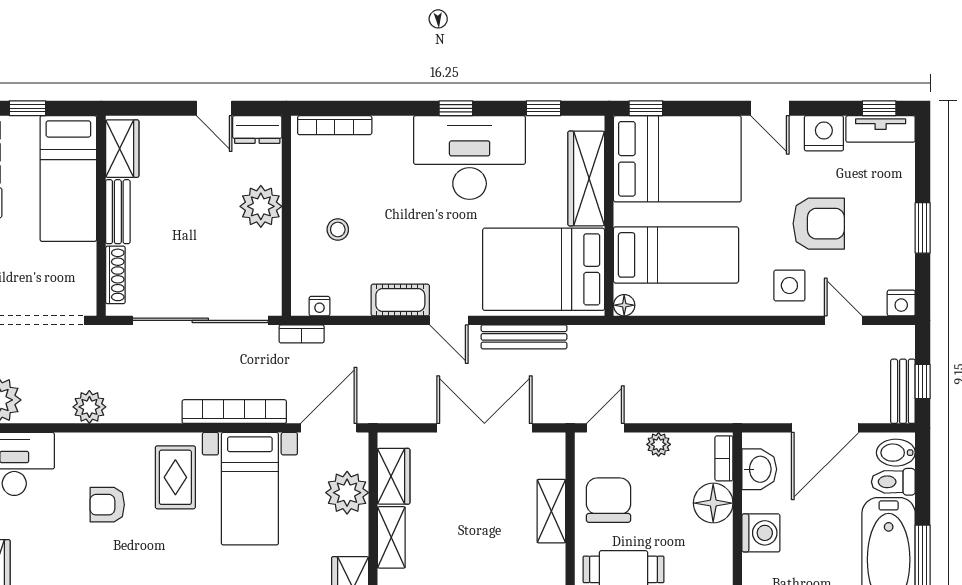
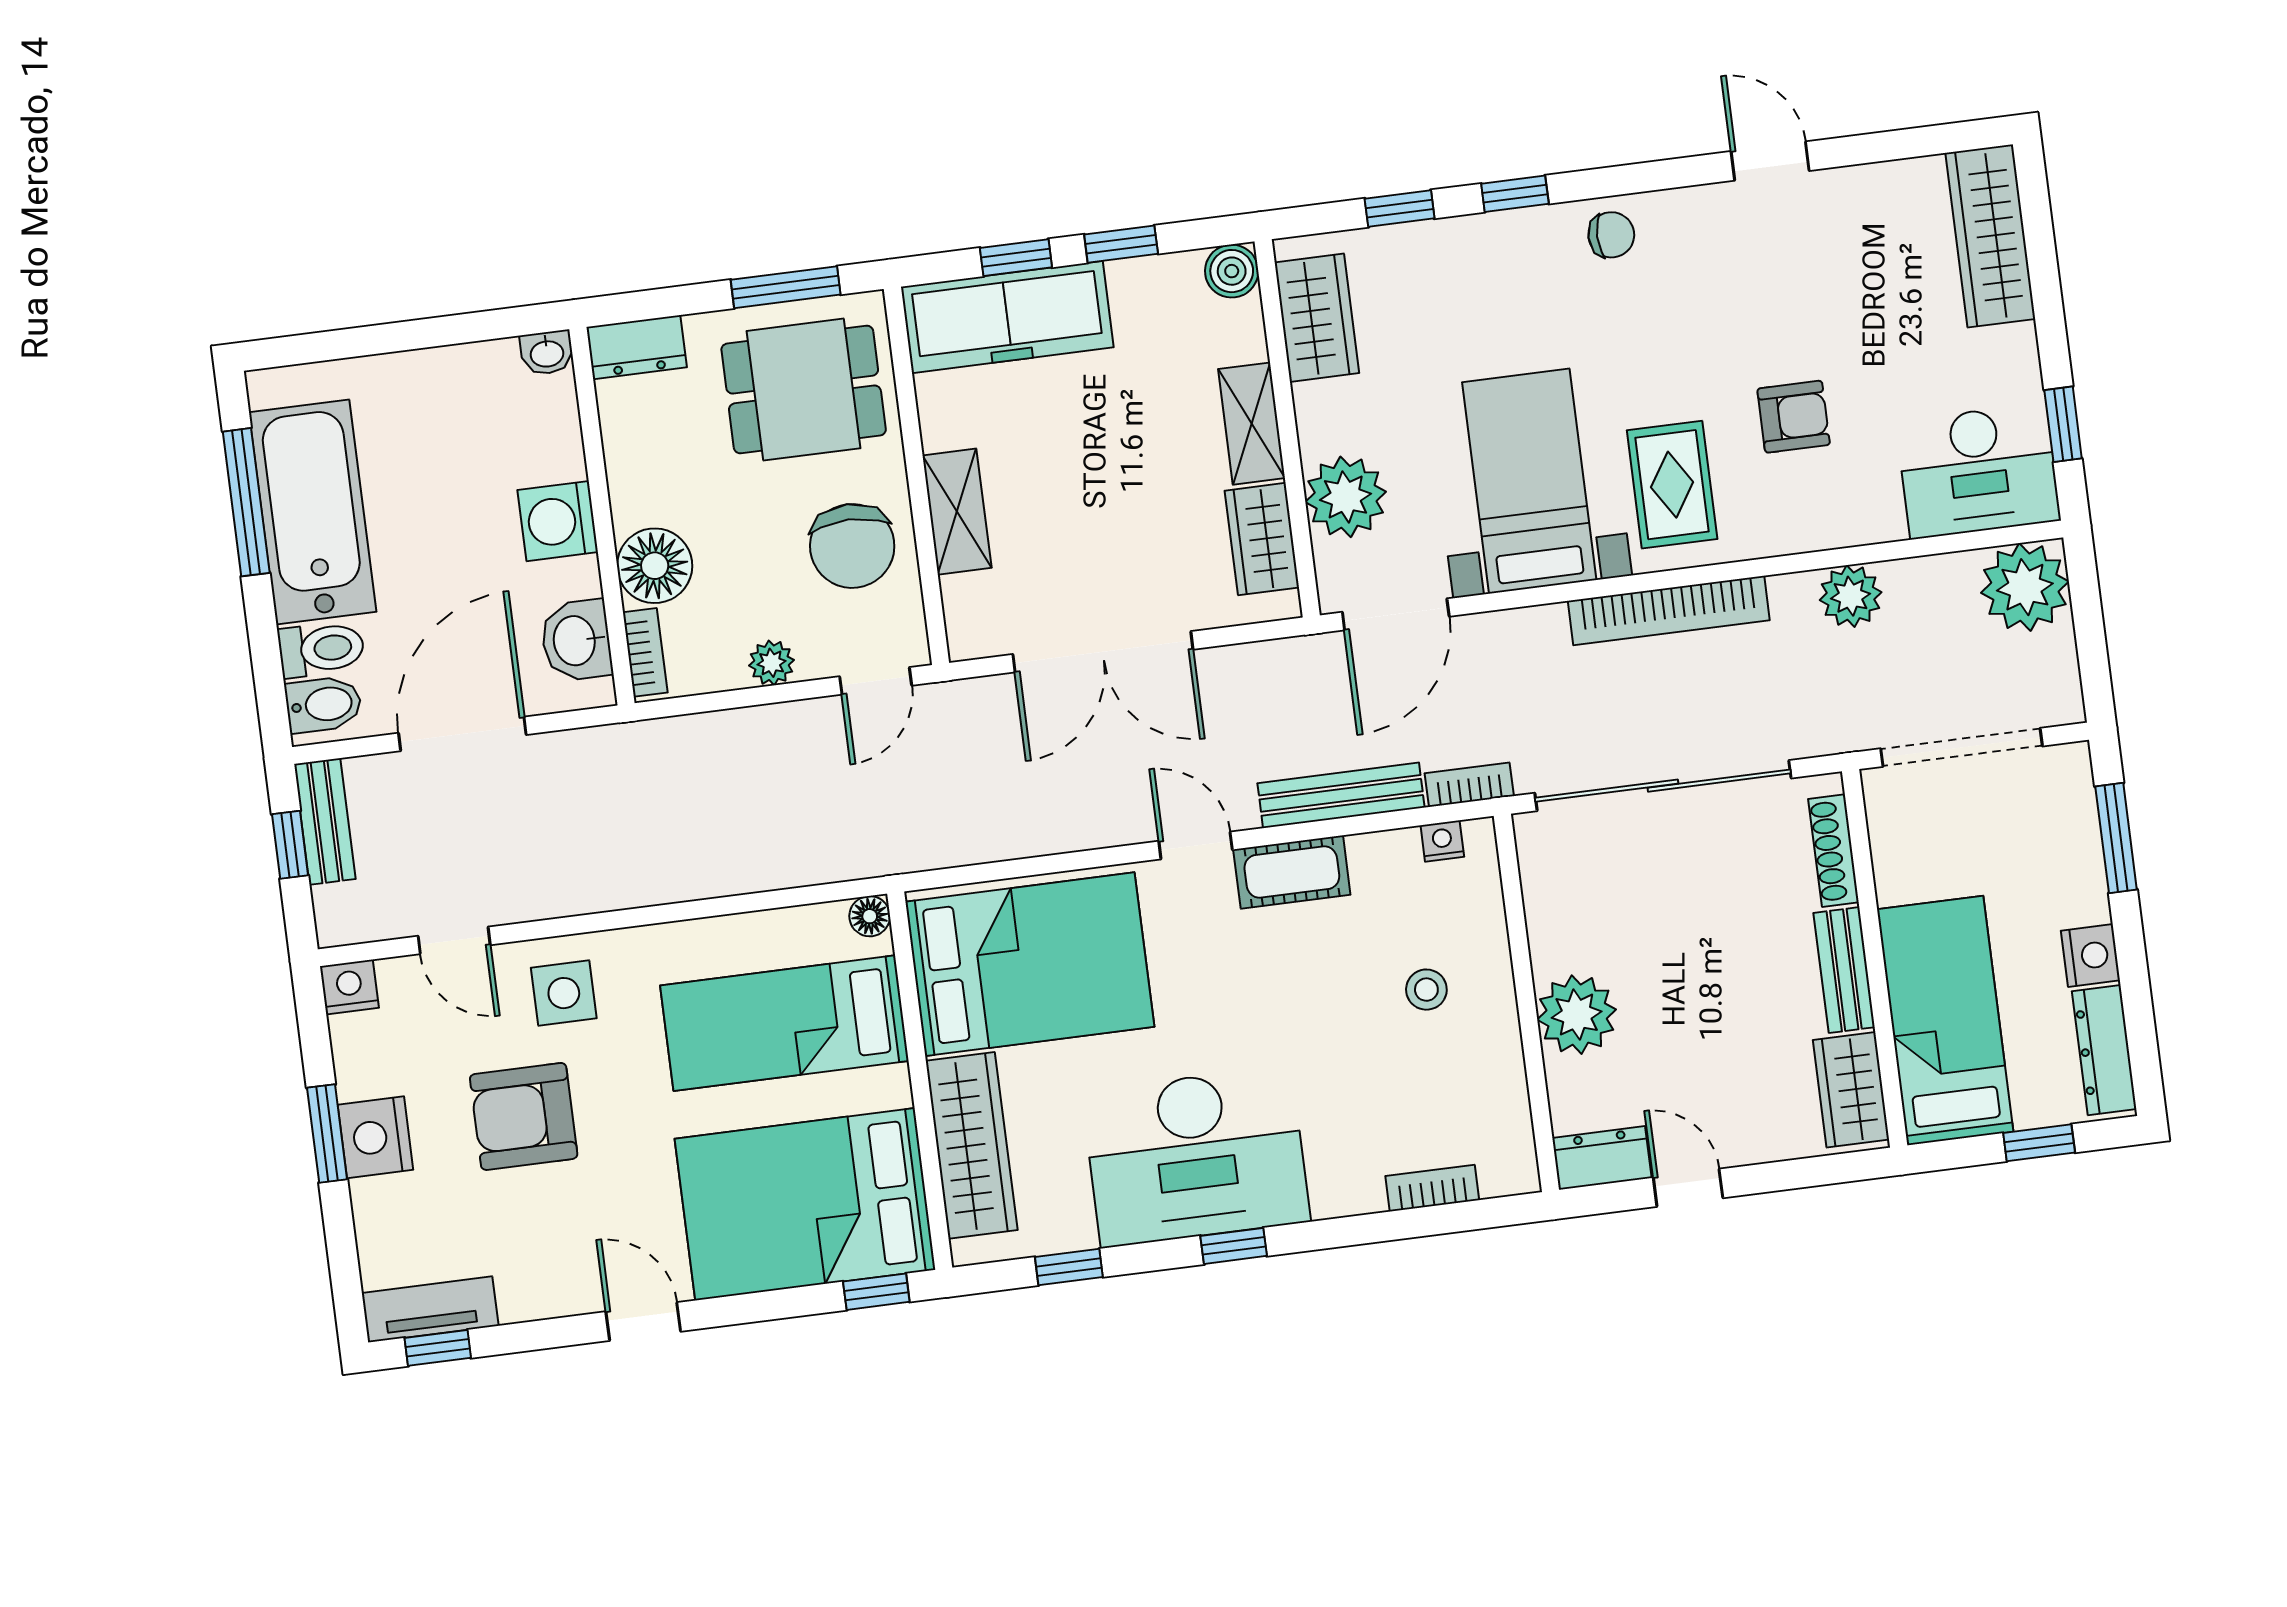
bookcase: (335, 125) -> (1432, 1188), width x0.64
nightstand: (824, 133) -> (375, 1137), moved, turned 90
bench: (524, 337) -> (1341, 795), moved
bookcase: (234, 412) -> (1669, 611), moved

